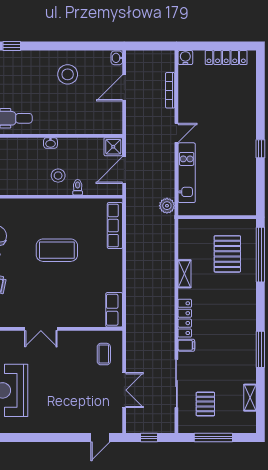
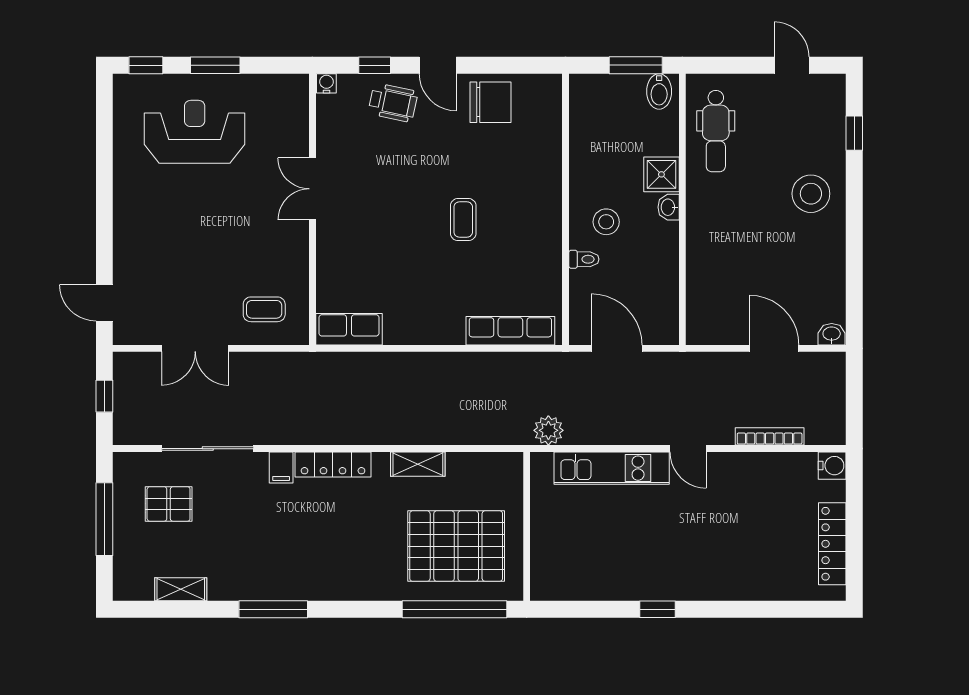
stool: (68, 74) -> (811, 194), moved
shower: (113, 147) -> (661, 174), moved
coffee table: (57, 250) -> (463, 220), width x0.54, depth x0.58
pallet: (227, 254) -> (456, 546), width x1.37, depth x1.41

